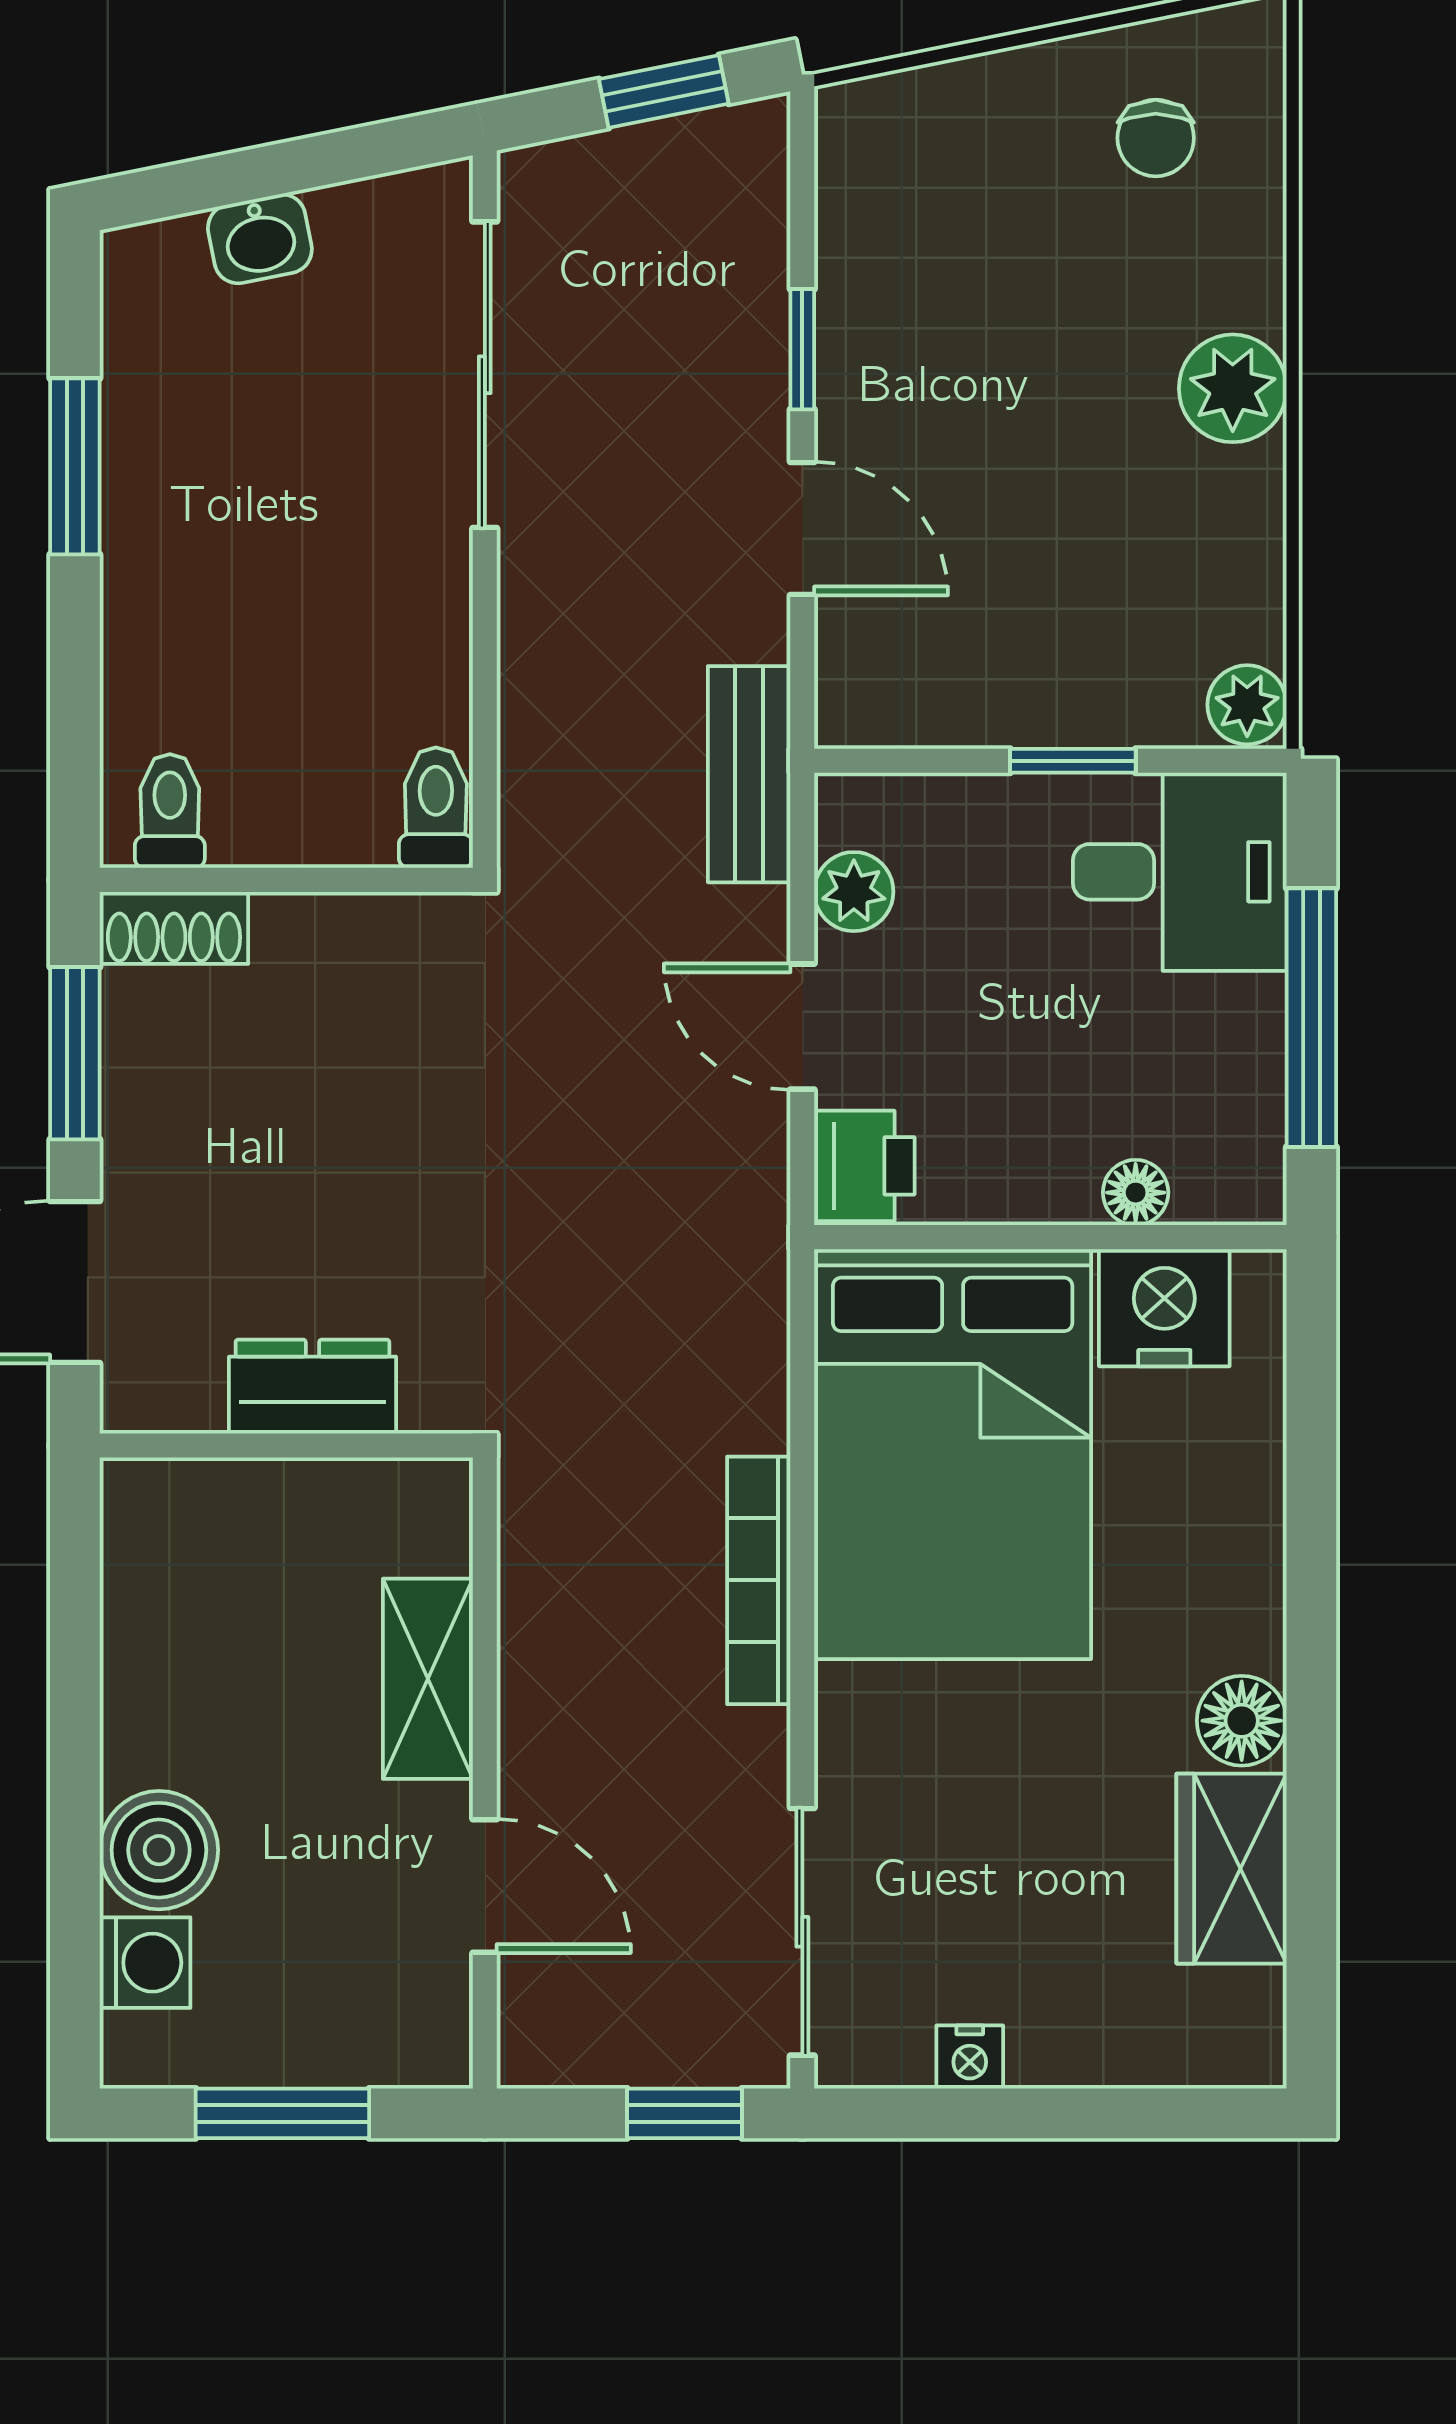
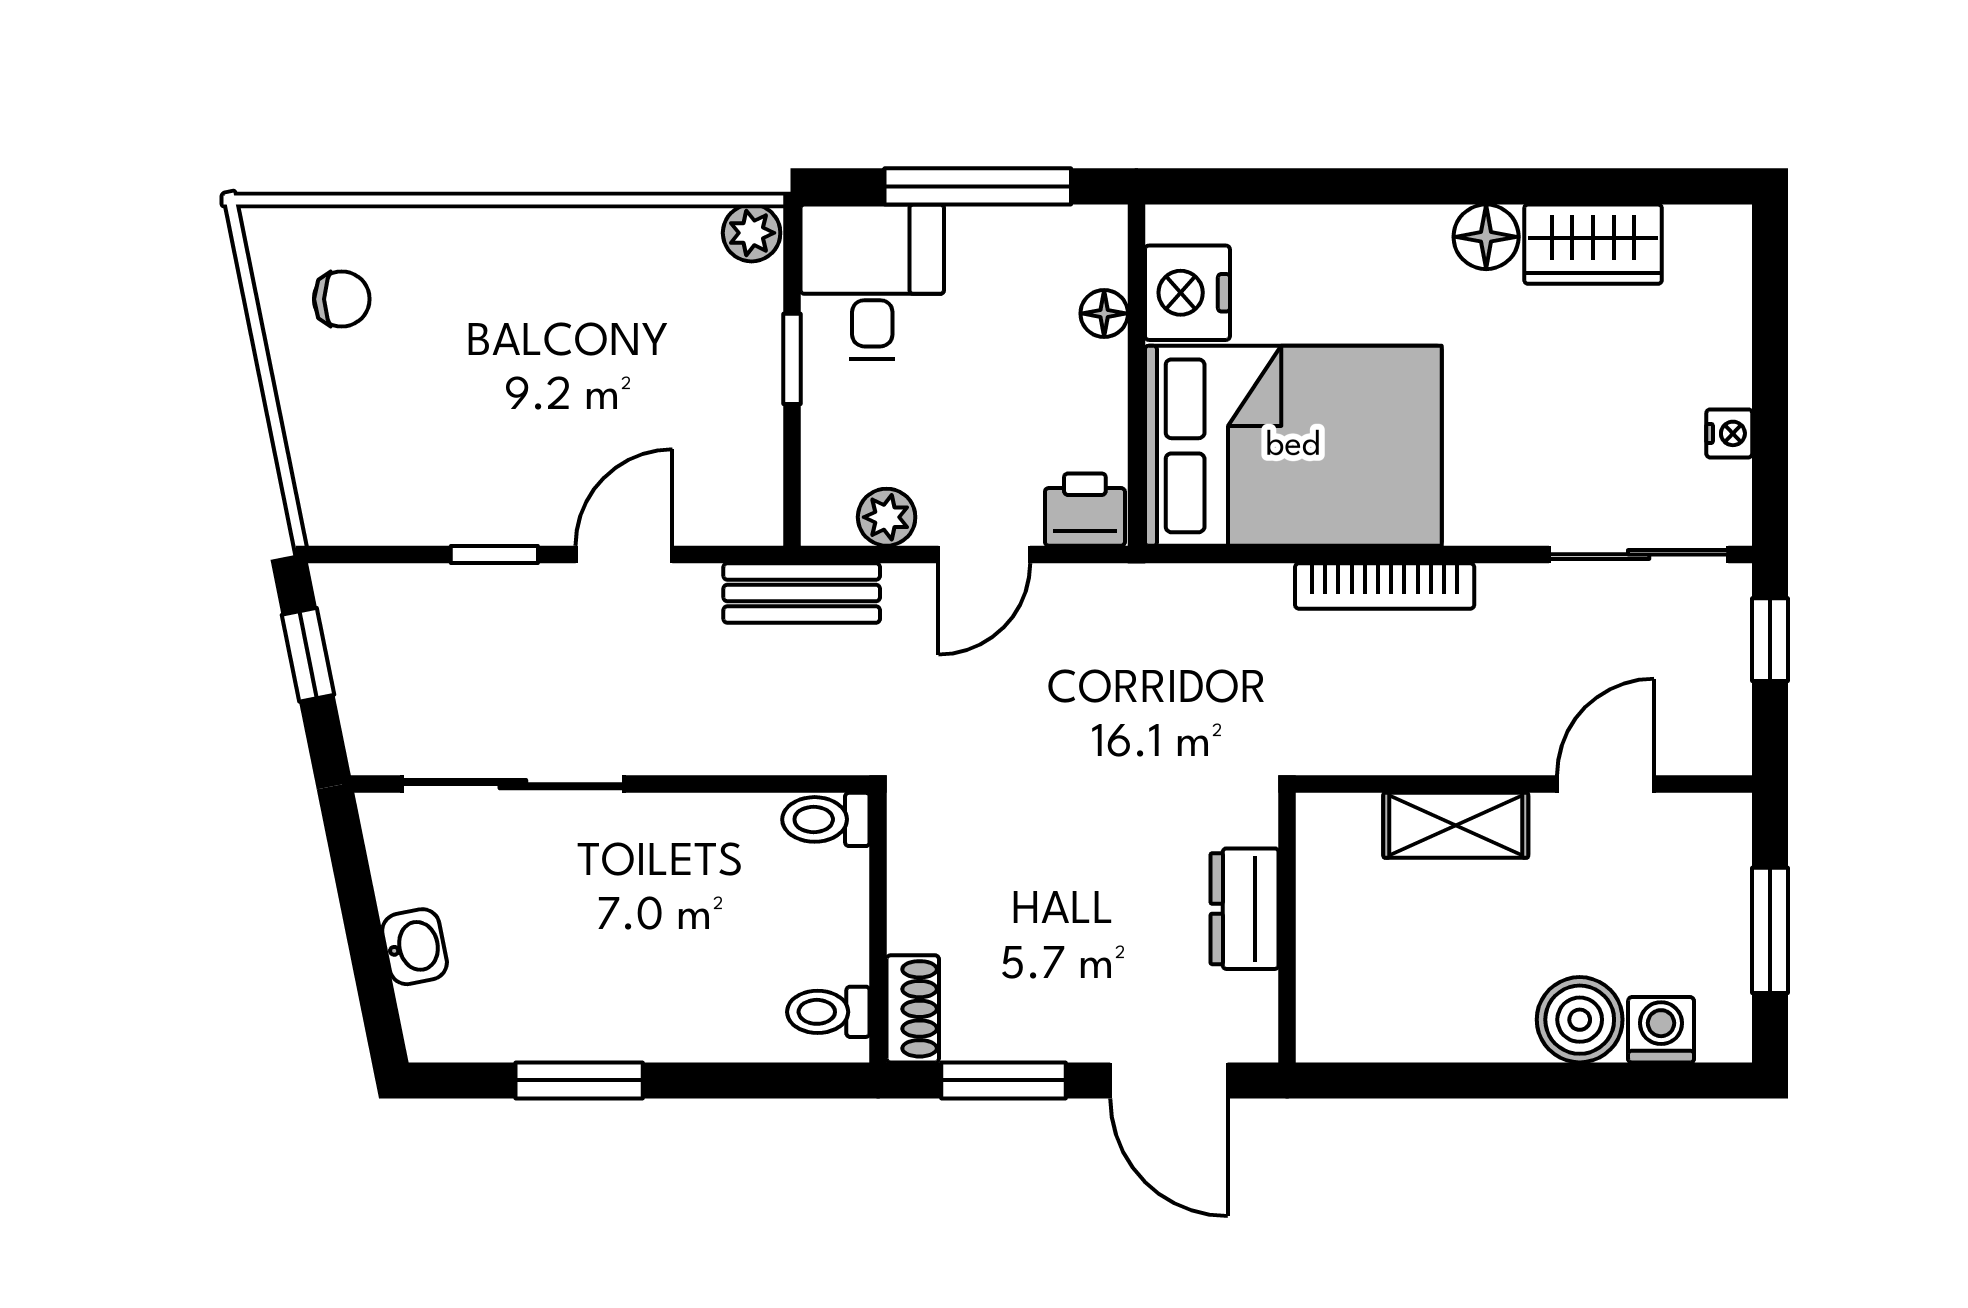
plant: (1233, 388) -> (523, 243), removed

